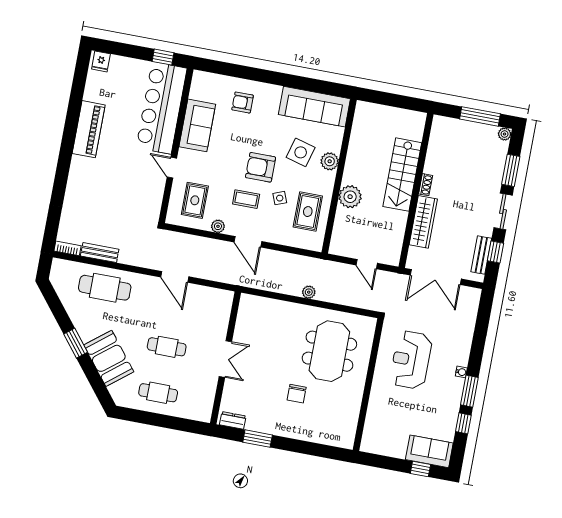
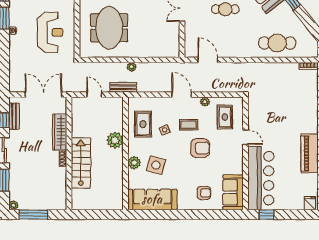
sofa: (197, 125) -> (233, 192), moved
armchair: (261, 167) -> (200, 148), moved
bench: (100, 253) -> (123, 87), moved
door: (175, 277) -> (208, 60), moved

